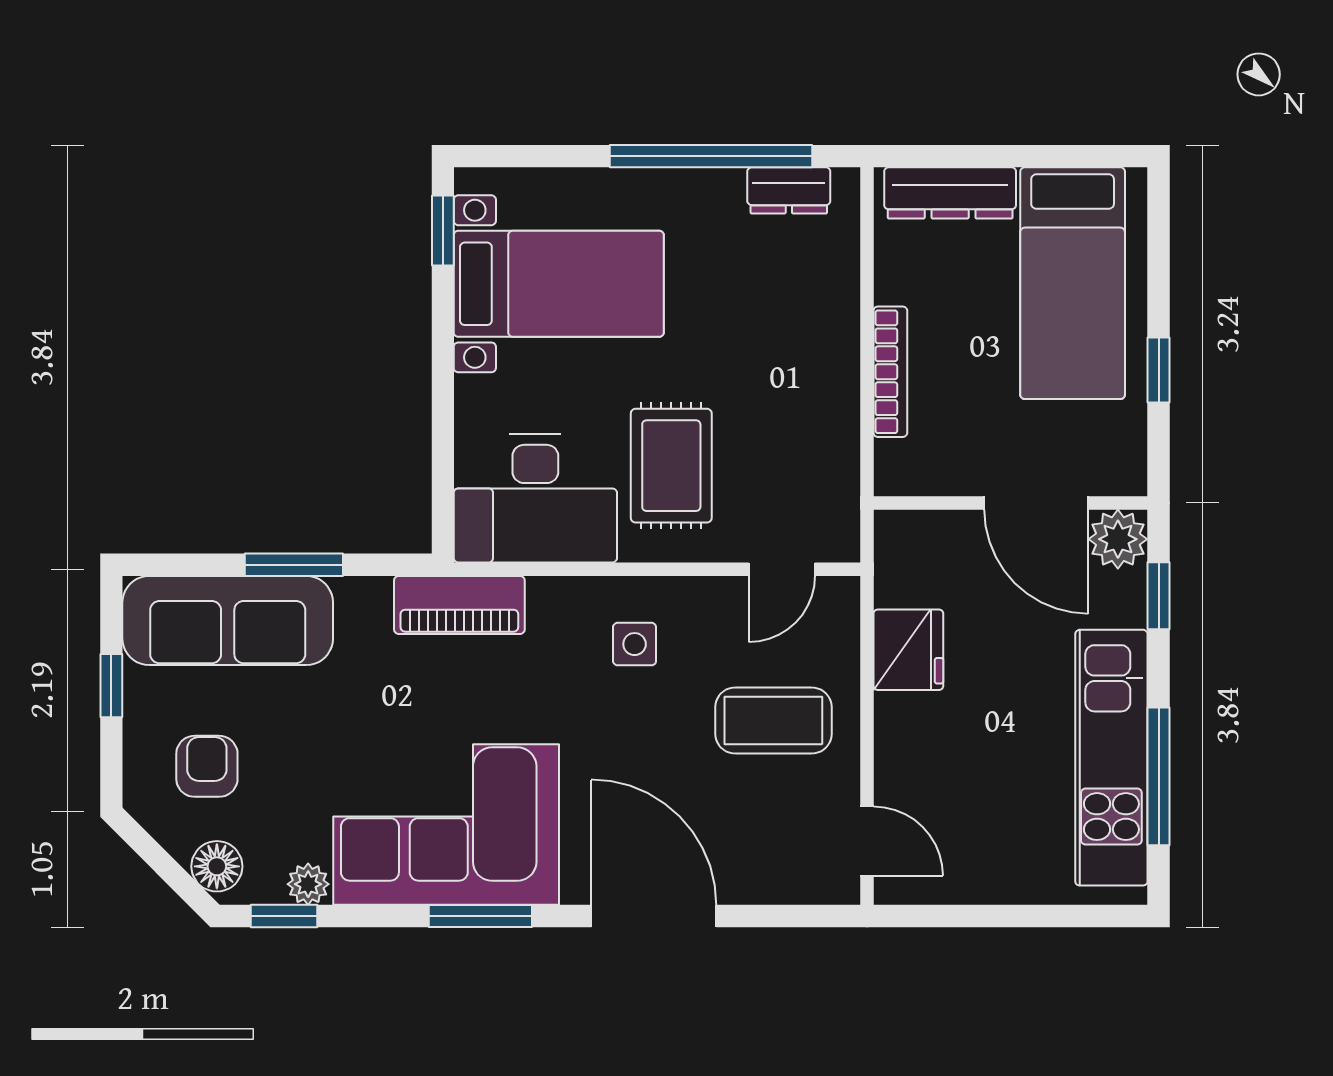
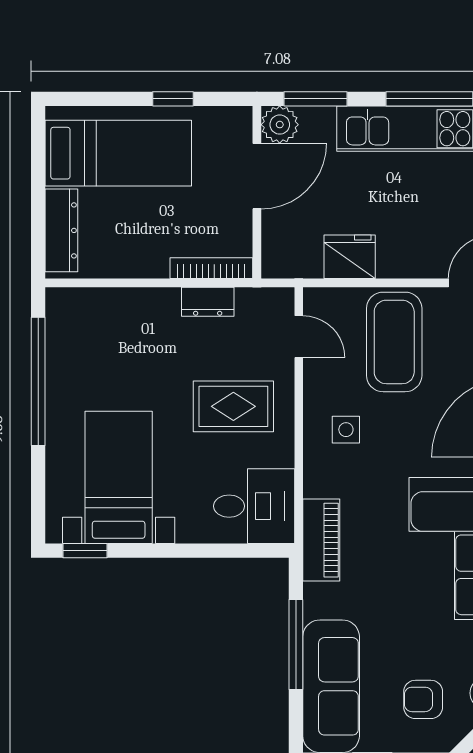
dresser: (789, 190) -> (208, 302), moved, turned 90
bookcase: (890, 372) -> (211, 268), moved
desk: (535, 499) -> (254, 506), width x0.73
window: (294, 565) -> (296, 645), width x1.44
window: (1159, 596) -> (316, 99), width x1.50
coffee table: (773, 720) -> (394, 342), width x1.36, depth x1.32

